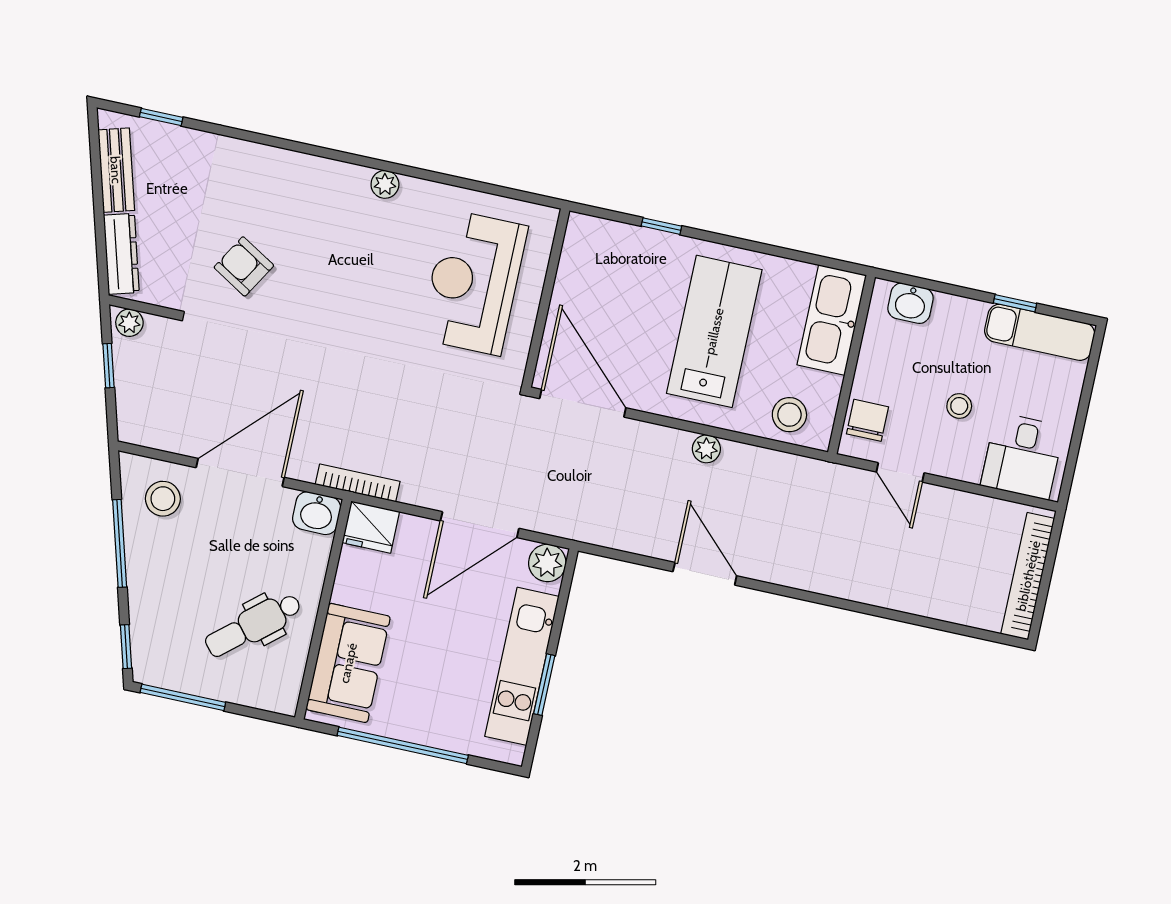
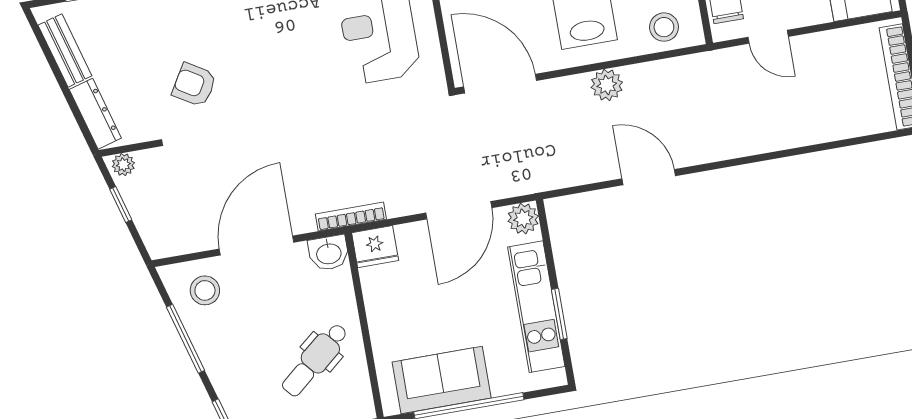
plant: (706, 449) -> (607, 85), width x1.38, depth x1.38
sofa: (348, 663) -> (442, 380), moved, turned -90

